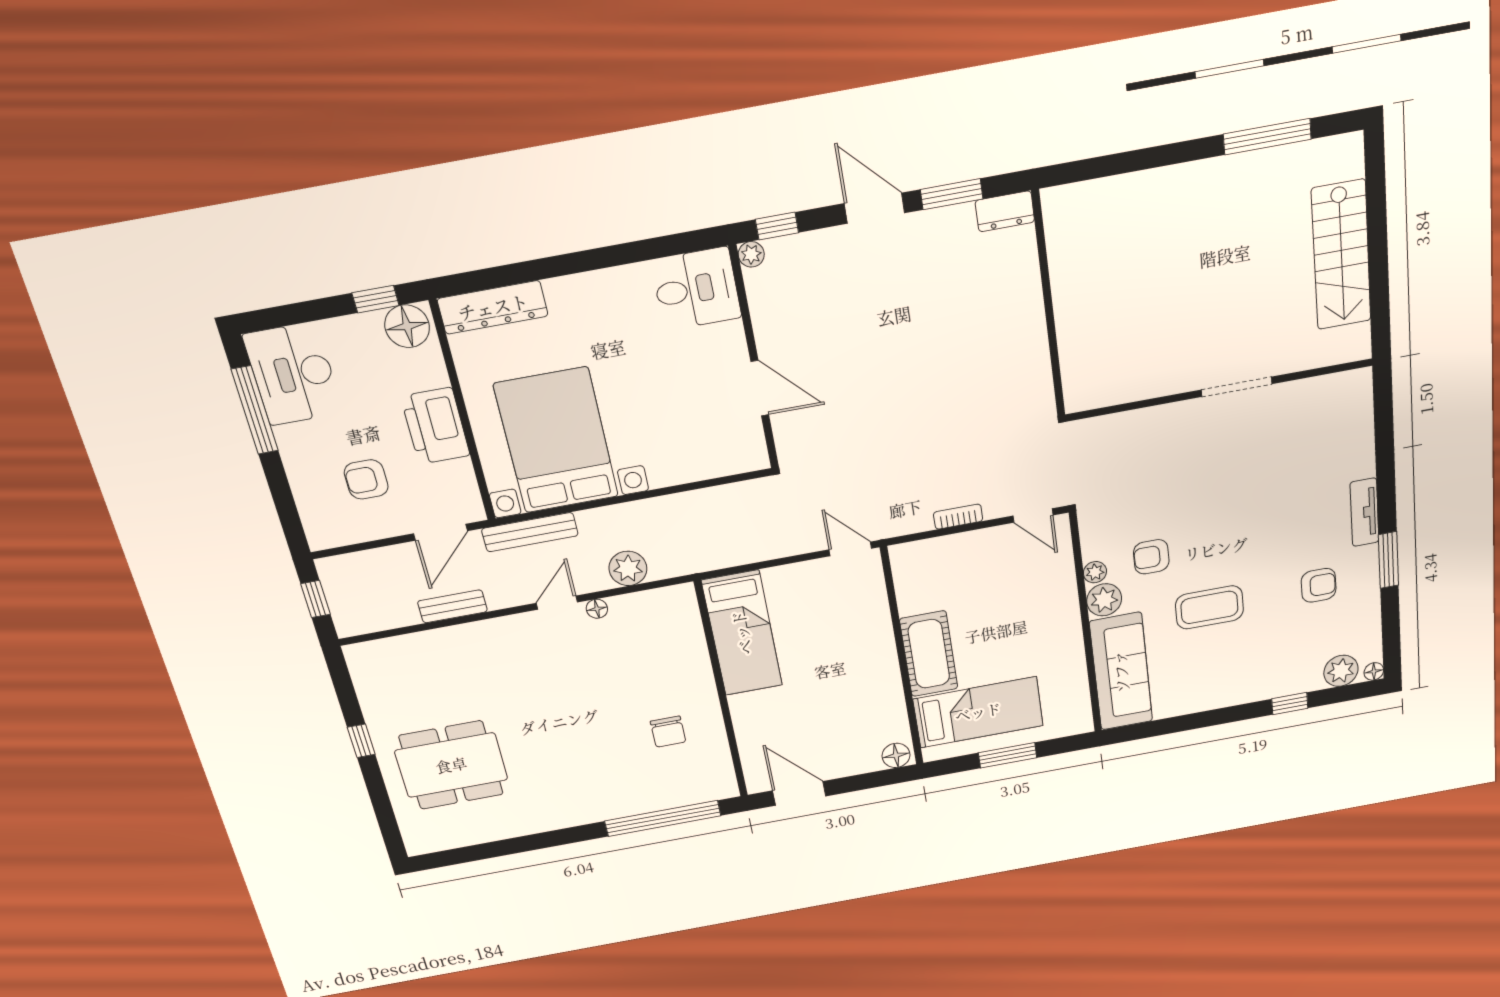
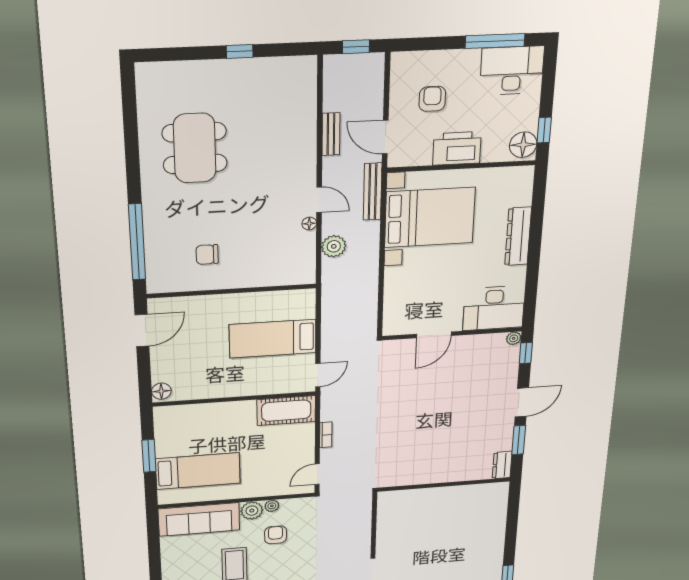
desk: (696, 289) -> (494, 308), width x1.37
dresser: (493, 307) -> (518, 236), moved
bed: (742, 633) -> (273, 339), moved
cot: (929, 654) -> (286, 411), moved
bed: (978, 712) -> (198, 471), moved, turned -90
dining table: (451, 765) -> (195, 148), moved

